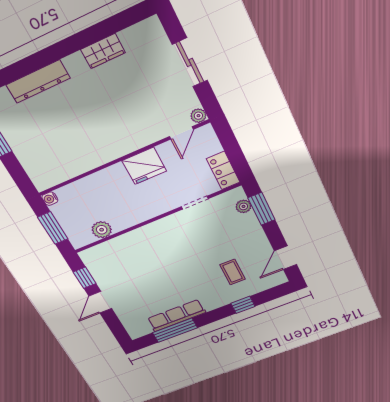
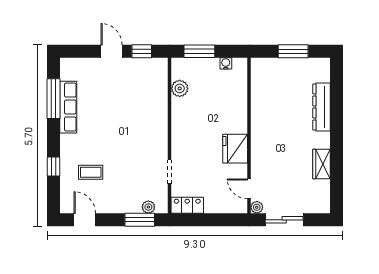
plant: (198, 116) -> (257, 207), moved
door: (181, 133) -> (249, 189), moved
wall: (122, 158) -> (249, 136), moved
fridge: (144, 166) -> (235, 149), moved

